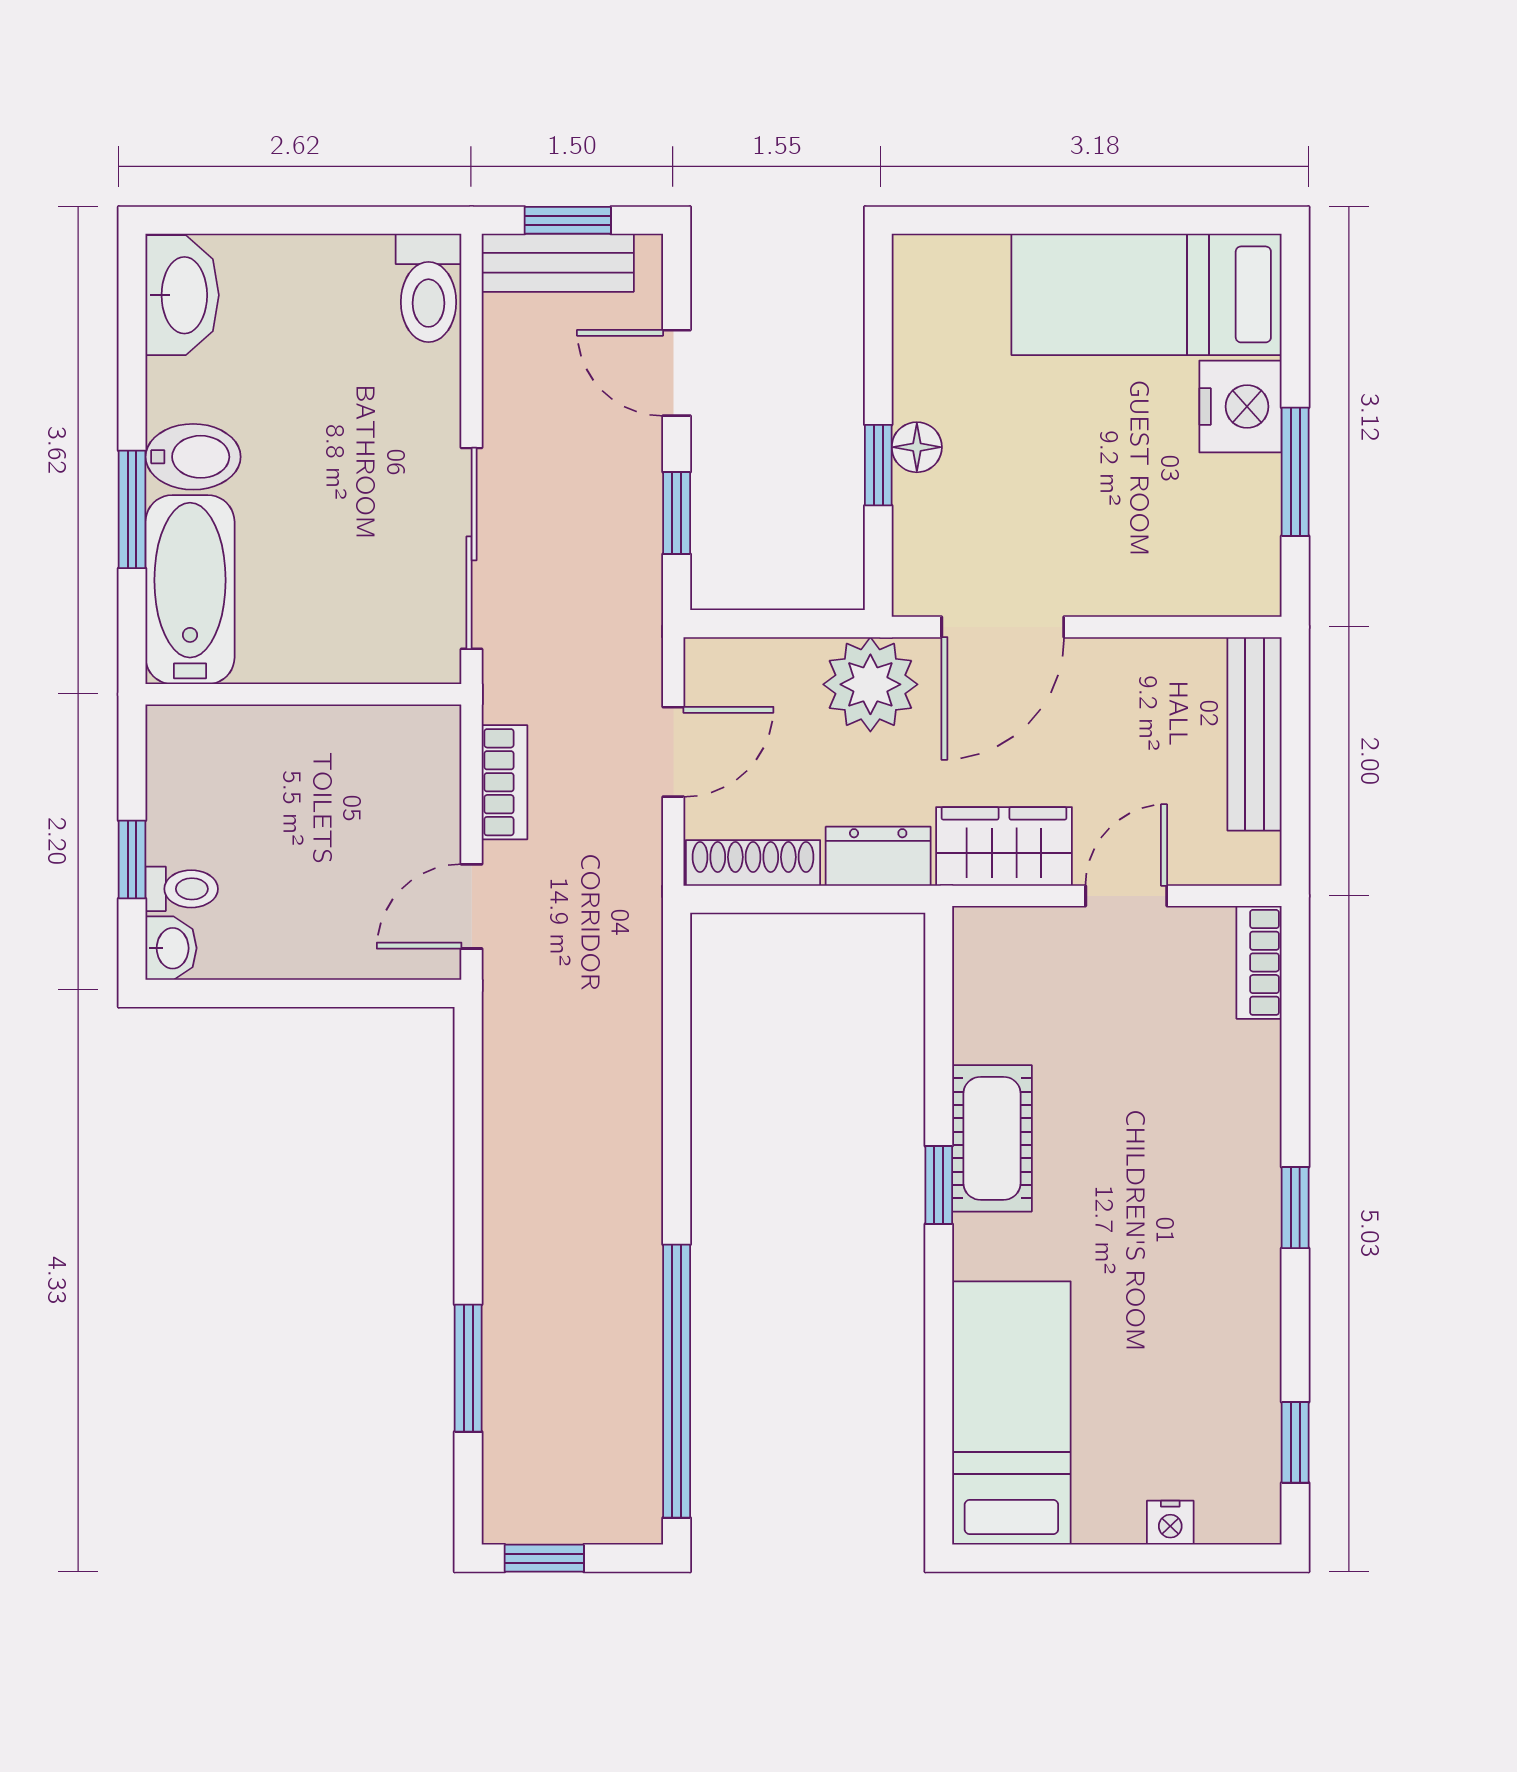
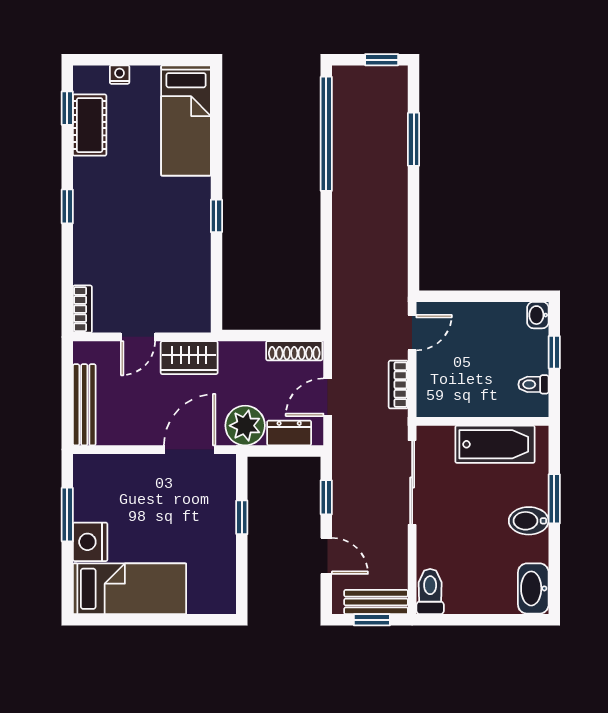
floor lamp: (917, 447) -> (226, 525), removed
bathtub: (190, 590) -> (495, 444), moved, turned -90
dresser: (878, 856) -> (289, 433), moved, turned 180
toilet: (182, 889) -> (533, 384), moved
cot: (992, 1138) -> (90, 125), moved

